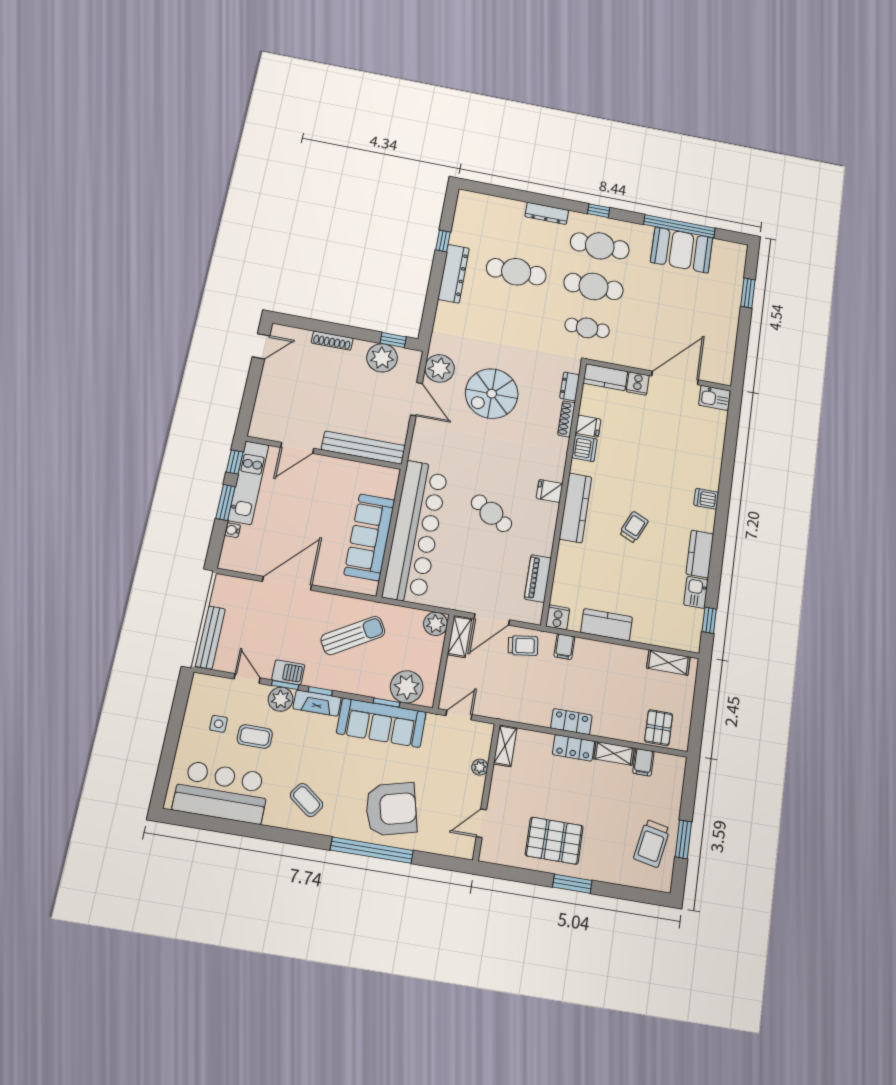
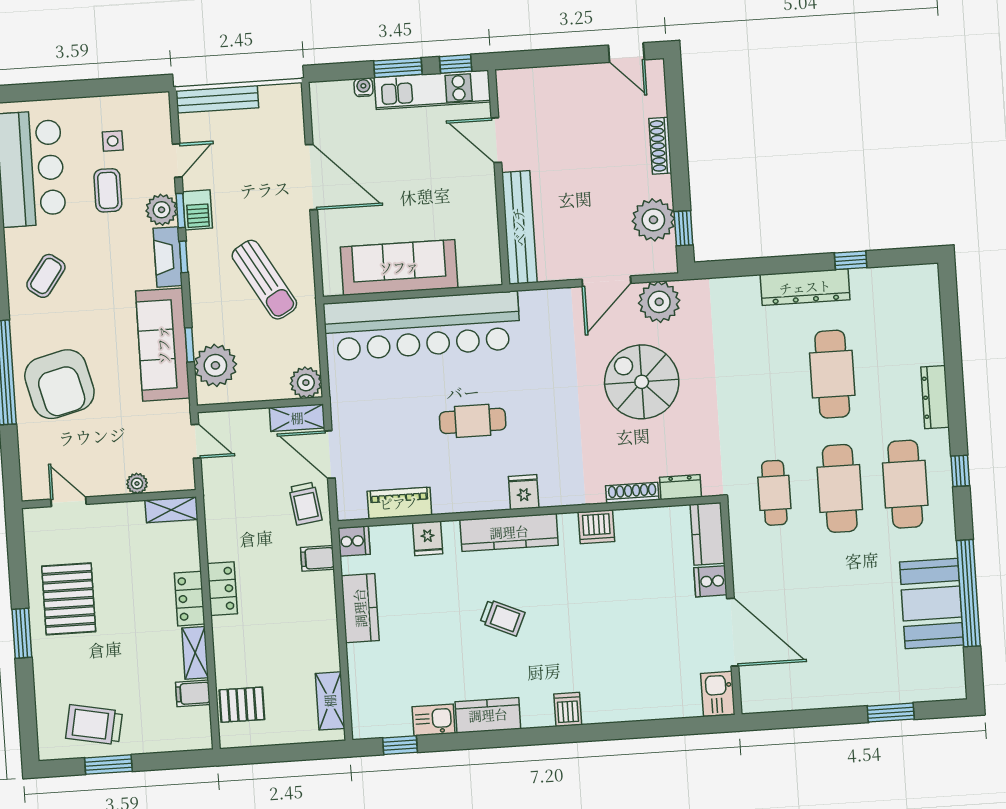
fridge: (588, 426) -> (428, 538), moved
cafe table: (491, 513) -> (473, 421), turned 58

